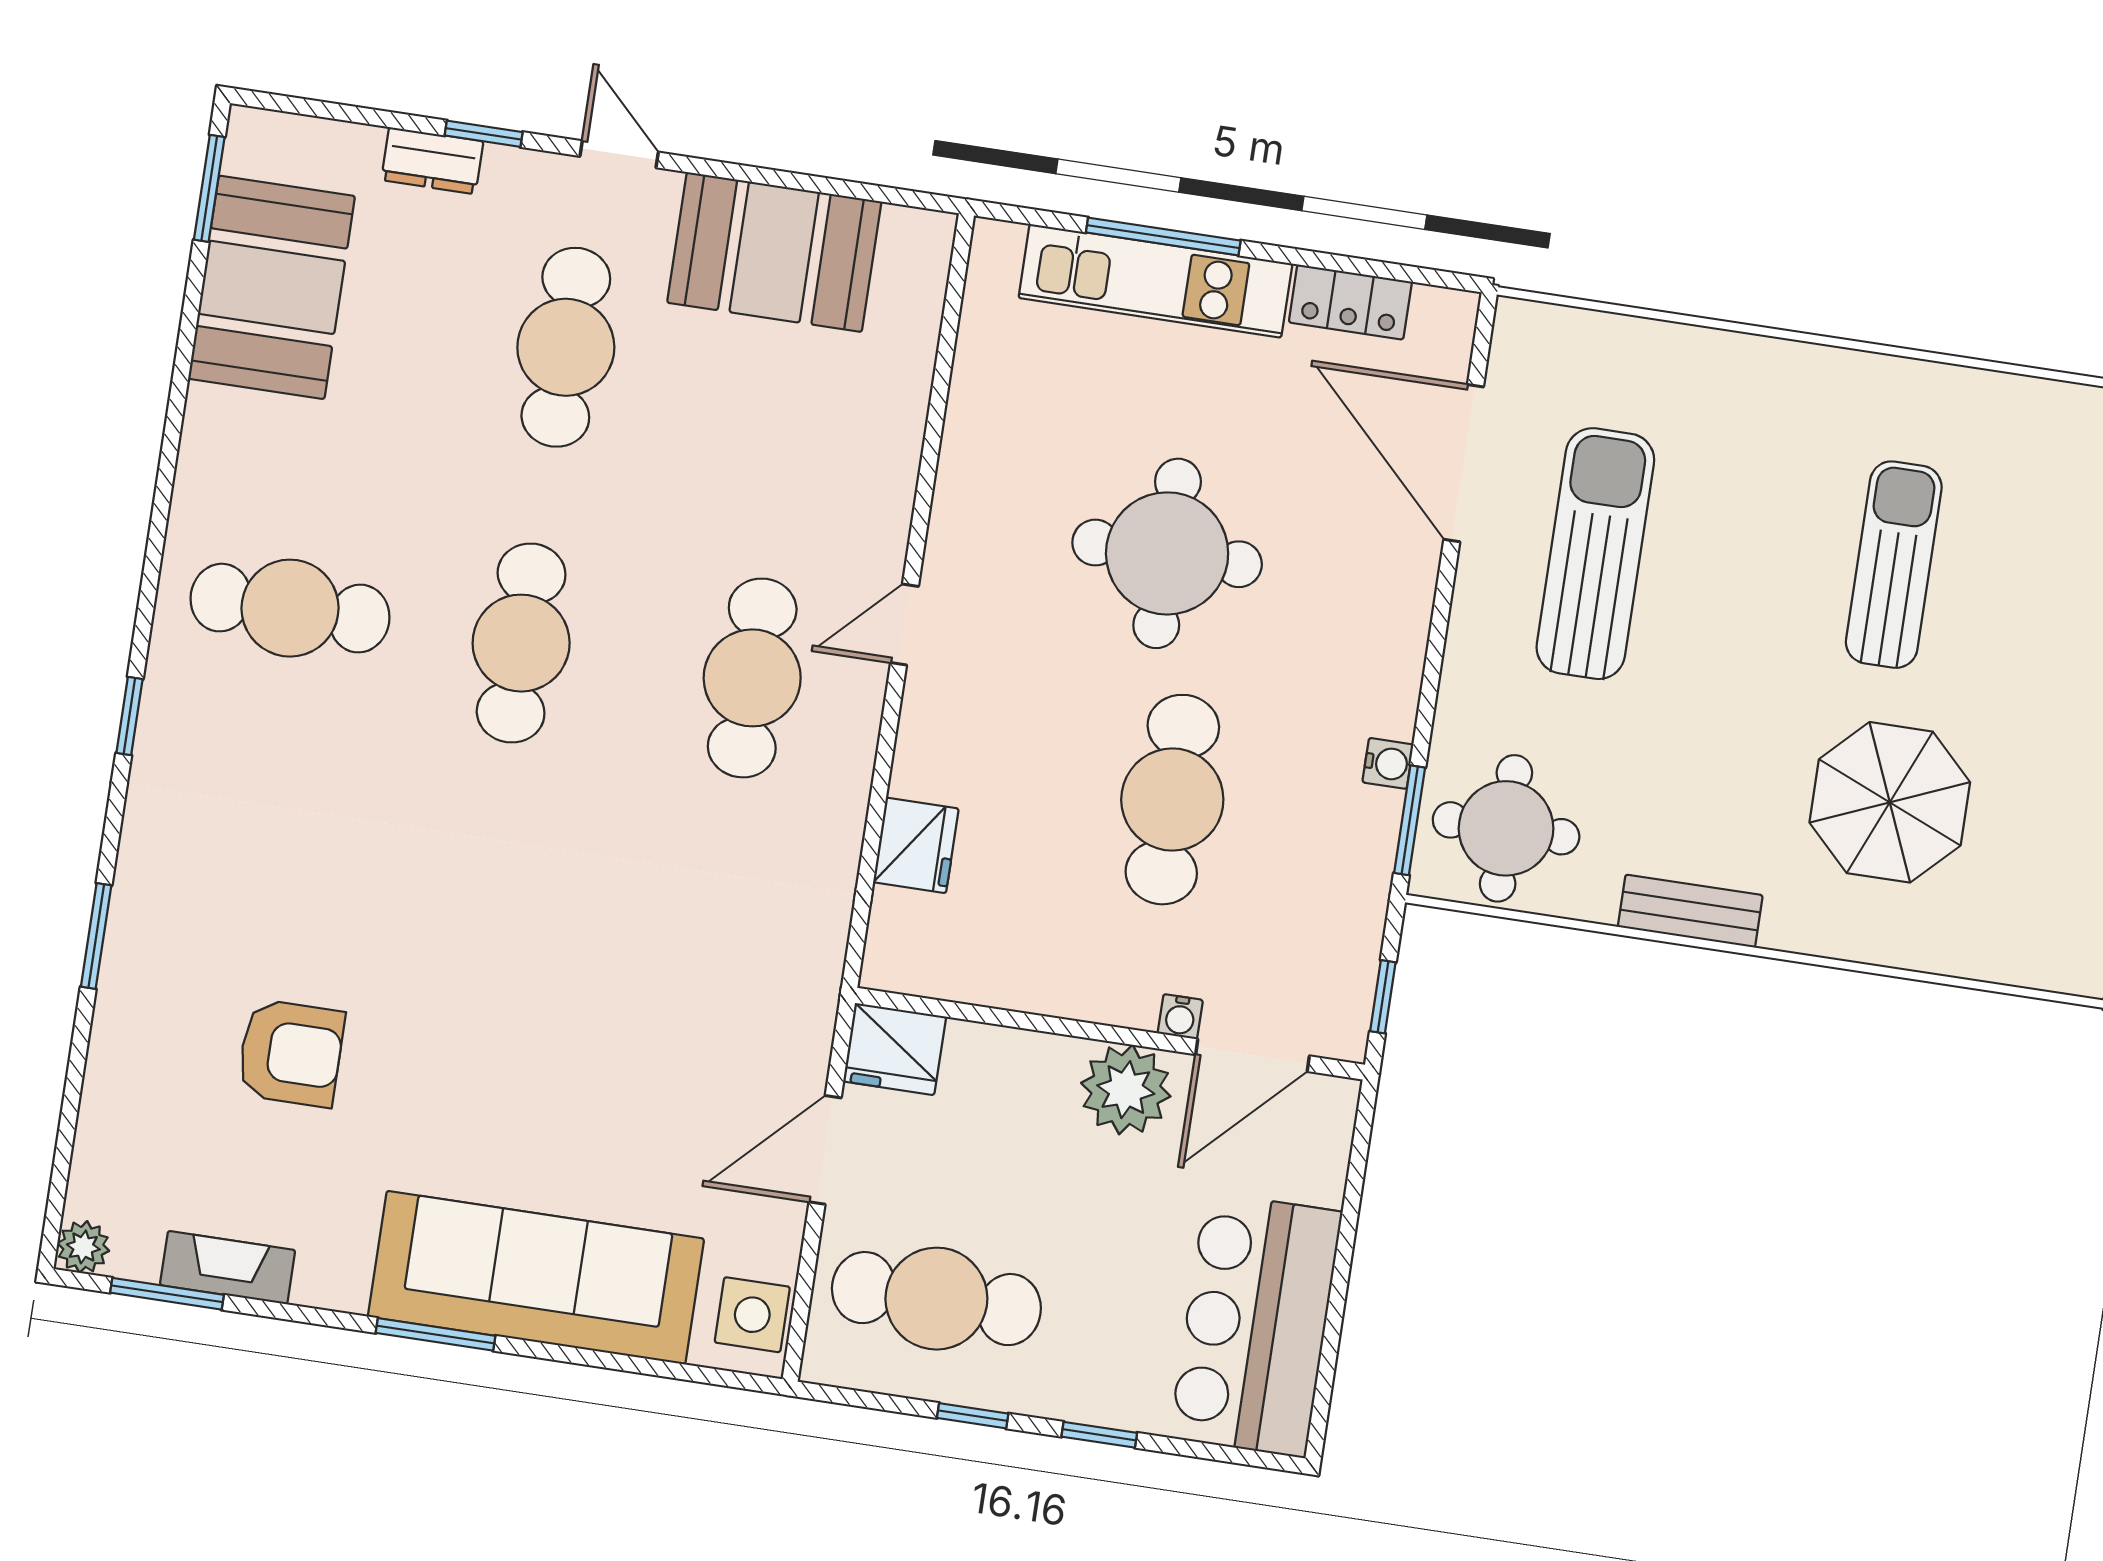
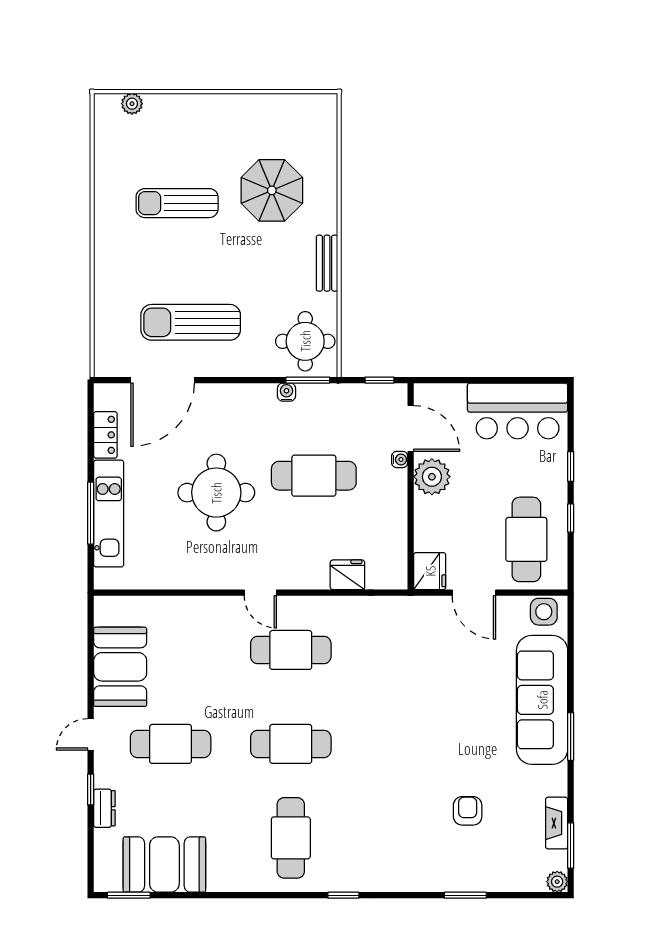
window: (96, 936) -> (465, 895), moved
armchair: (291, 1053) -> (468, 811), width x0.72, depth x0.72

